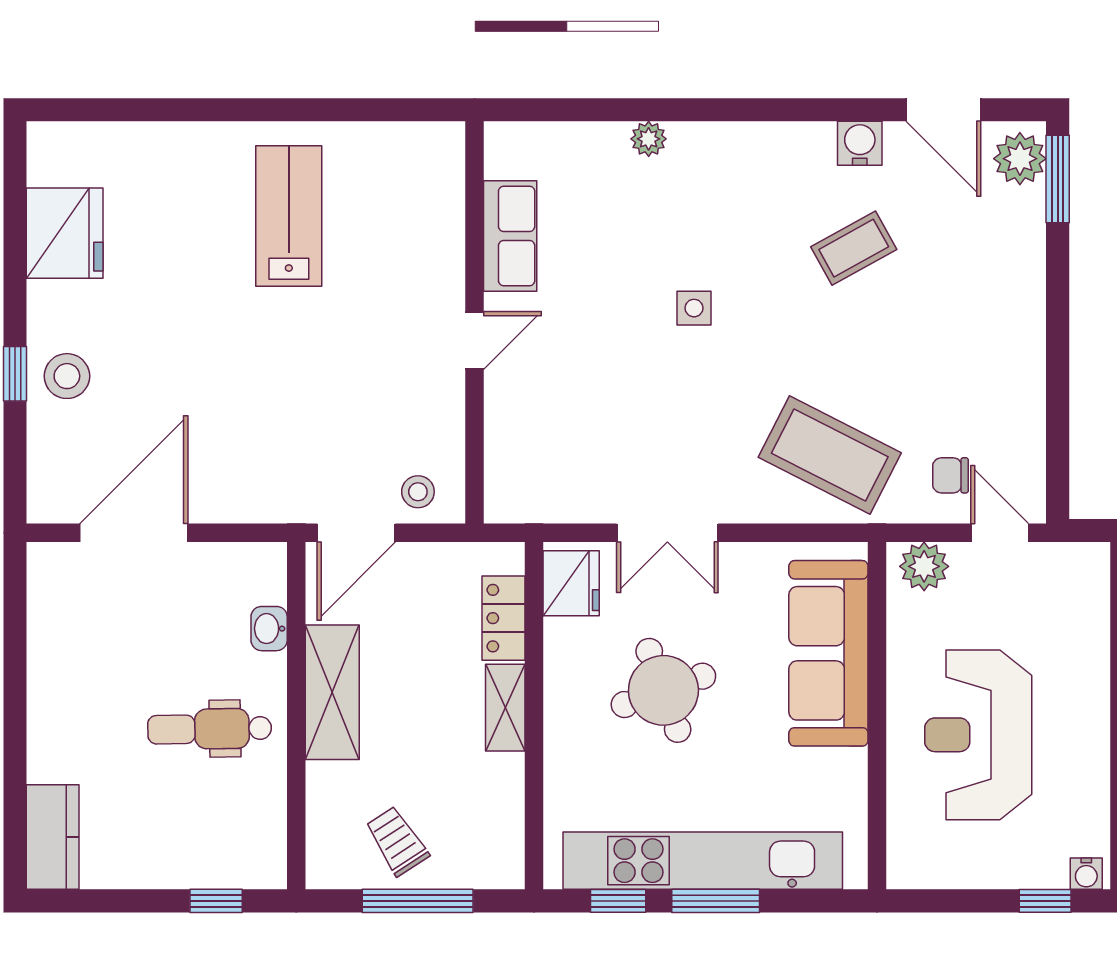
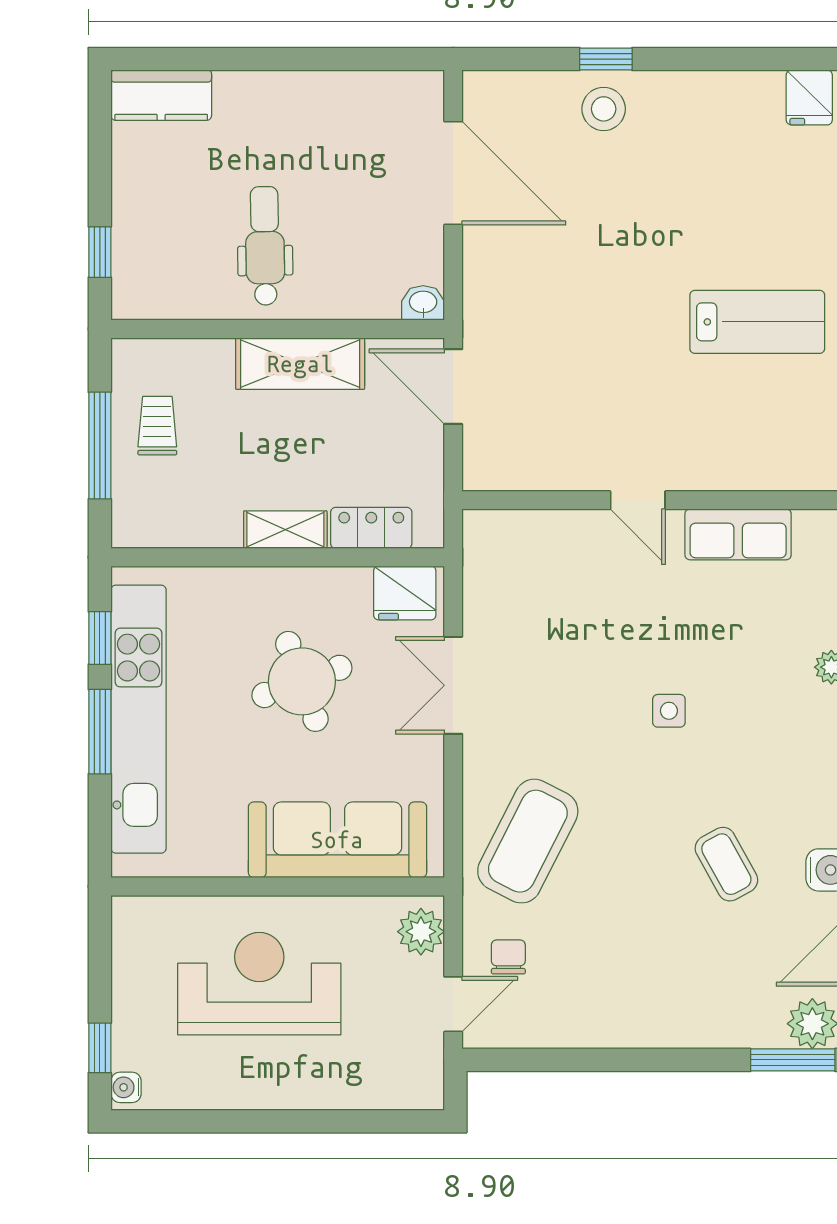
fridge: (65, 233) -> (809, 97), moved, width x0.53, depth x0.75
stool: (418, 492) -> (493, 446), removed
washbasin: (269, 629) -> (423, 303), moved
trolley: (397, 841) -> (157, 426), turned -57

